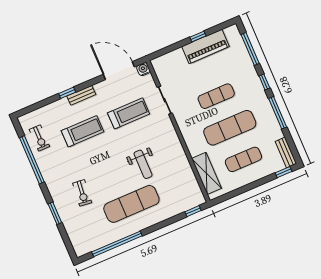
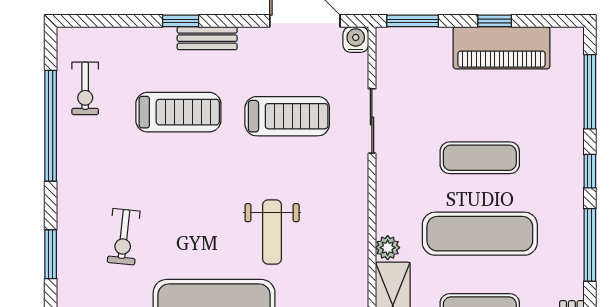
window: (164, 51) -> (413, 21), added
plant: (194, 150) -> (388, 248), added

